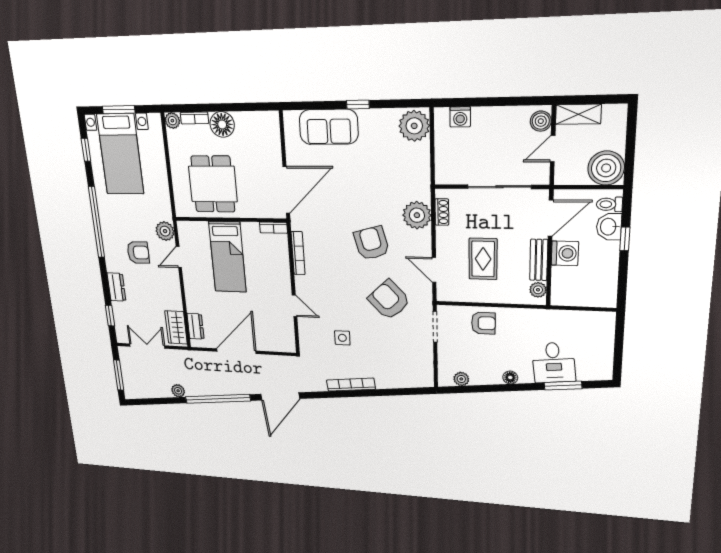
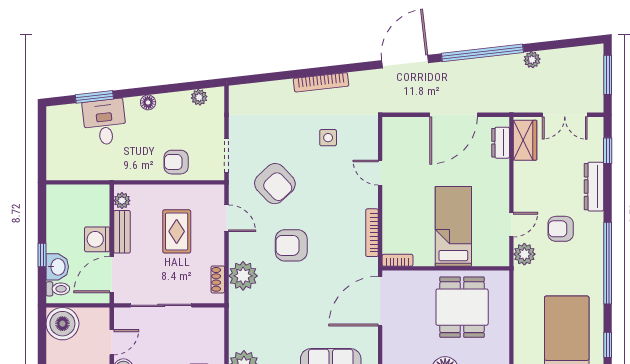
armchair: (372, 243) -> (291, 245), turned 105
dresser: (116, 287) -> (594, 187), width x1.44

